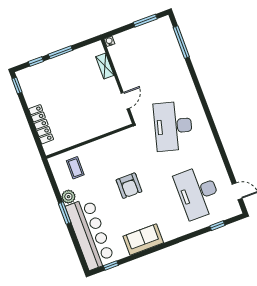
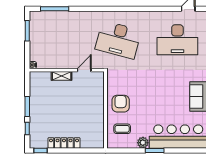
shelving: (105, 66) -> (62, 76), moved
door: (125, 101) -> (84, 70), hinge flipped
locker: (41, 124) -> (64, 143), moved
armchair: (129, 186) -> (121, 104), moved, turned -90

